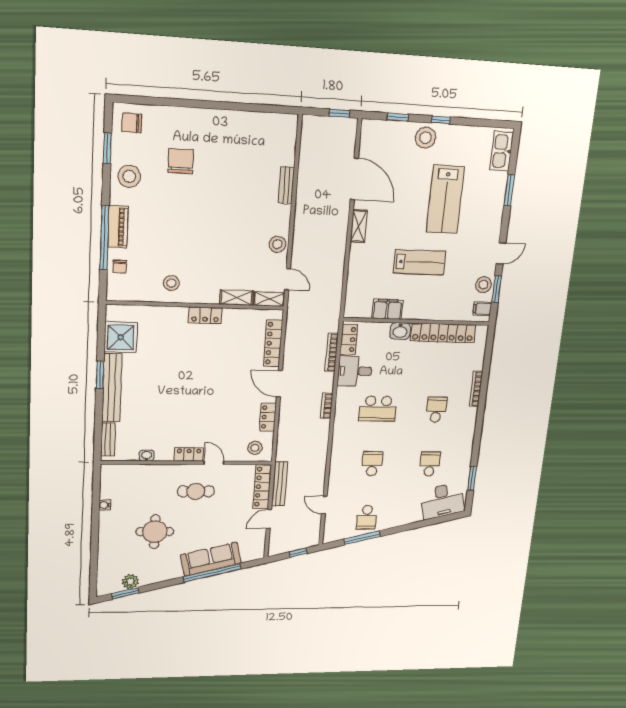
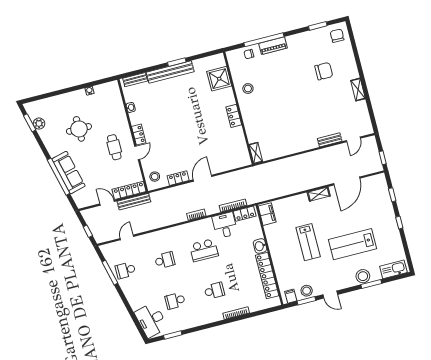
stool: (426, 138) -> (363, 276), moved
stool: (129, 176) -> (305, 44), removed
stool: (277, 244) -> (292, 147), removed
door: (287, 279) -> (353, 139), moved
shelving: (236, 298) -> (358, 90), moved
filing cabinet: (387, 309) -> (267, 214), moved
shower: (121, 337) -> (219, 79), moved
locker: (273, 343) -> (228, 165), removed
school desk: (378, 409) -> (204, 250), turned -90
school desk: (430, 464) -> (175, 301), turned 180

